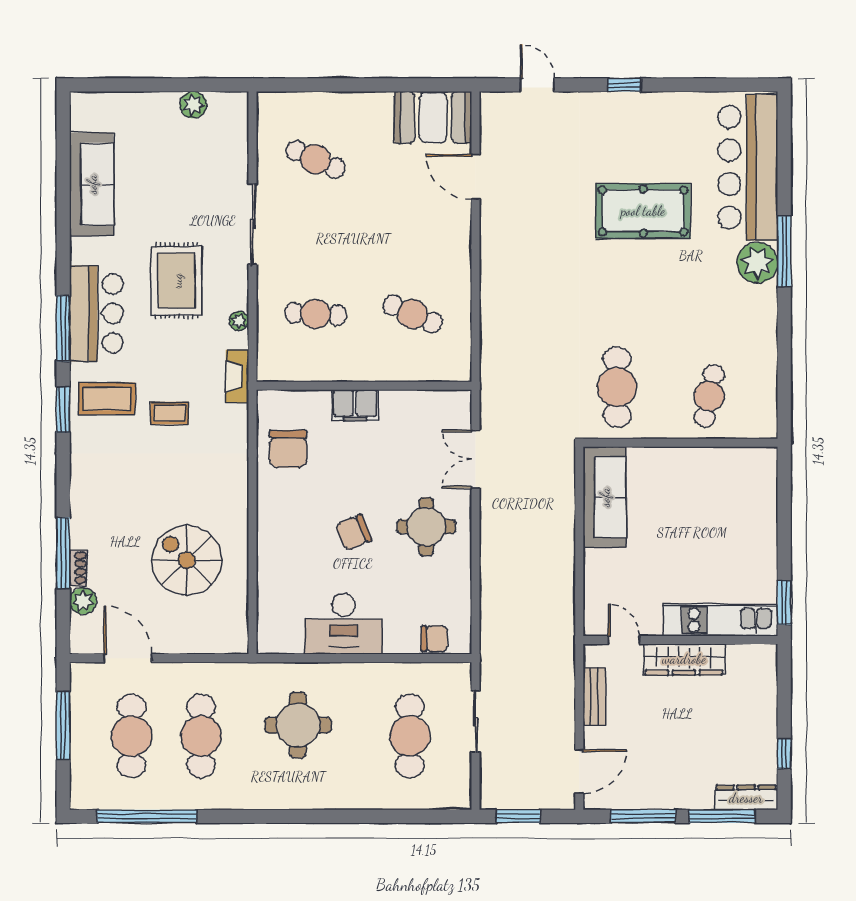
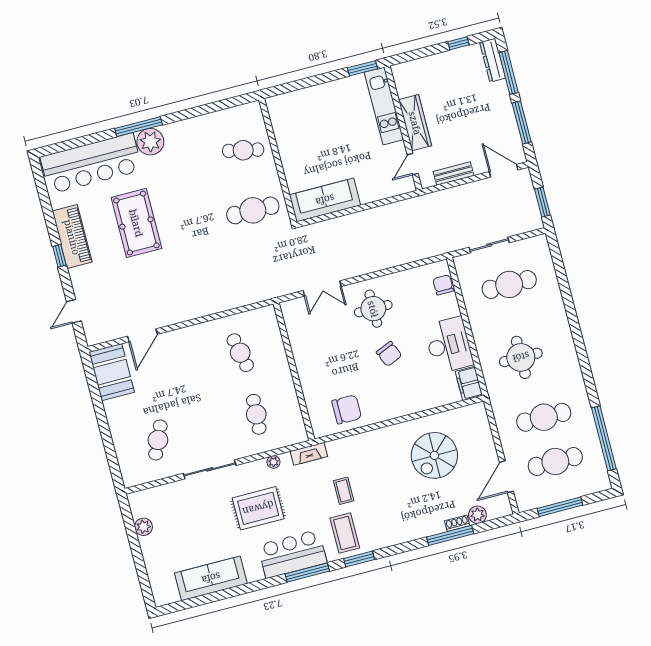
piano: (648, 111) -> (72, 237), added
cafe table: (412, 314) -> (240, 353), turned -36
filing cabinet: (355, 405) -> (469, 383), moved, turned 180

